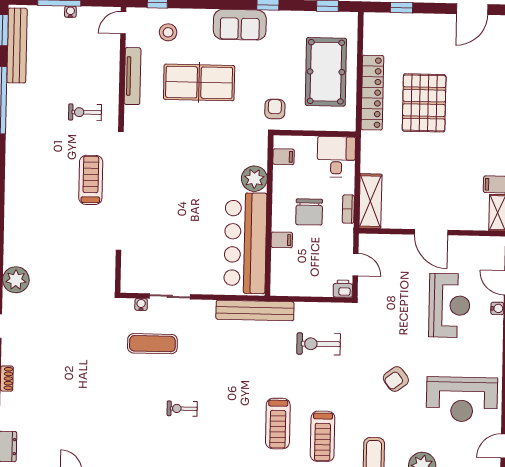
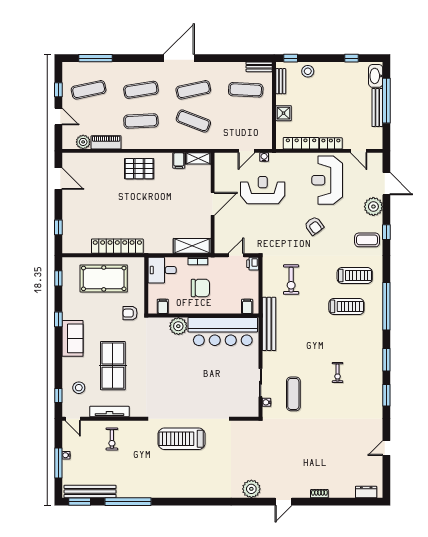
pallet: (424, 103) -> (139, 169), moved, width x0.73, depth x0.71
exercise bike: (85, 112) -> (112, 439), moved
treadmill: (91, 180) -> (182, 439), width x1.37, depth x1.38
filing cabinet: (282, 240) -> (247, 306), moved
reception desk: (462, 399) -> (327, 180), turned 180

